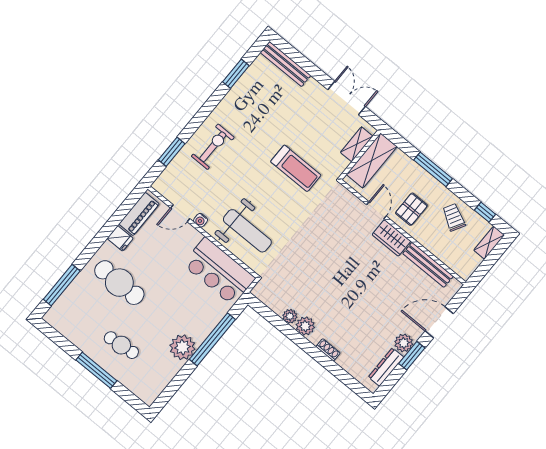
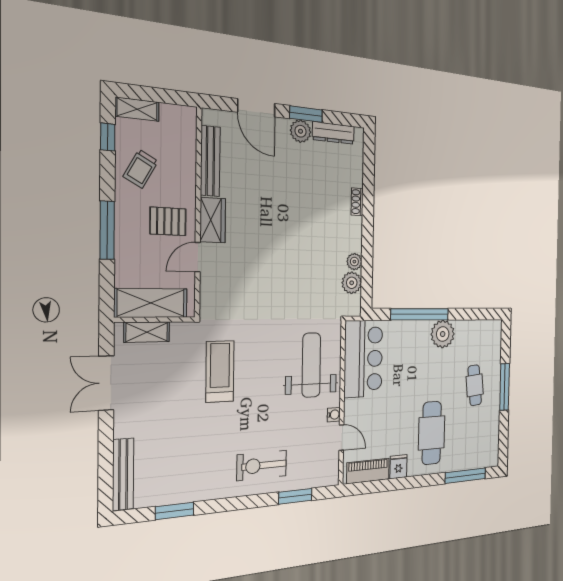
plant: (305, 326) -> (352, 283), moved

